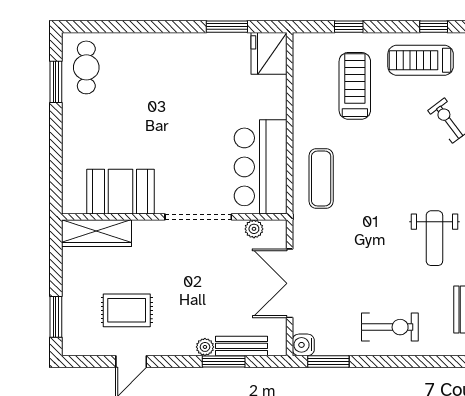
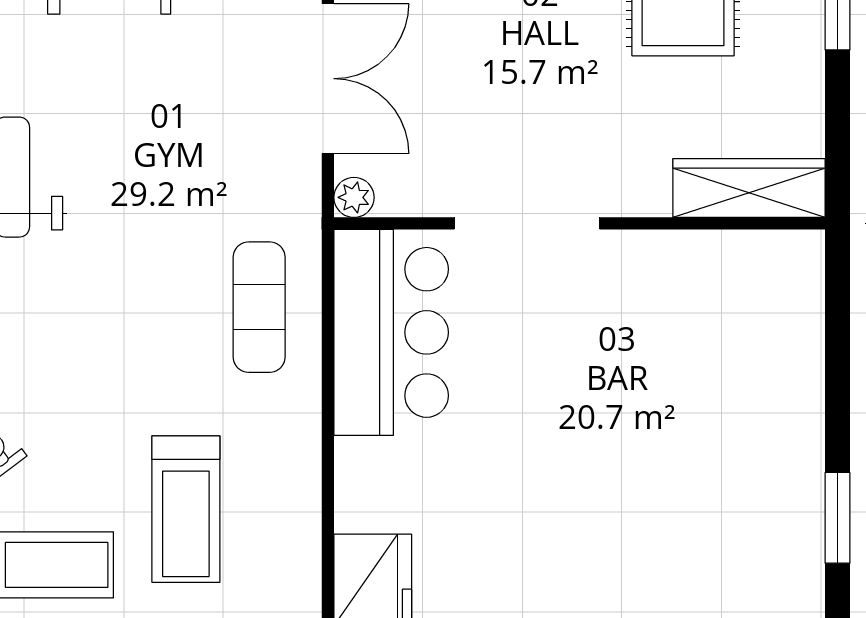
cafe table: (86, 67) -> (771, 549), removed
booth: (120, 192) -> (697, 279), removed
plant: (254, 229) -> (354, 197), moved

